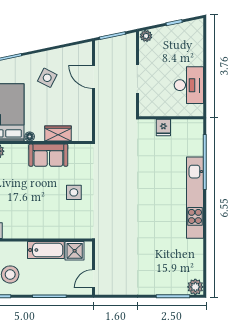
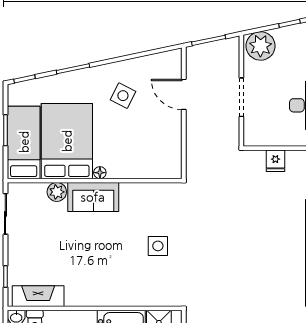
plant: (146, 36) -> (261, 46), width x1.87, depth x1.87
wardrobe: (58, 134) -> (137, 169), removed
sofa: (48, 155) -> (93, 197), moved

